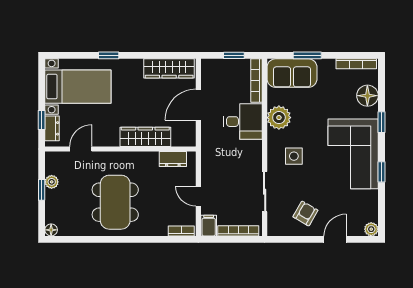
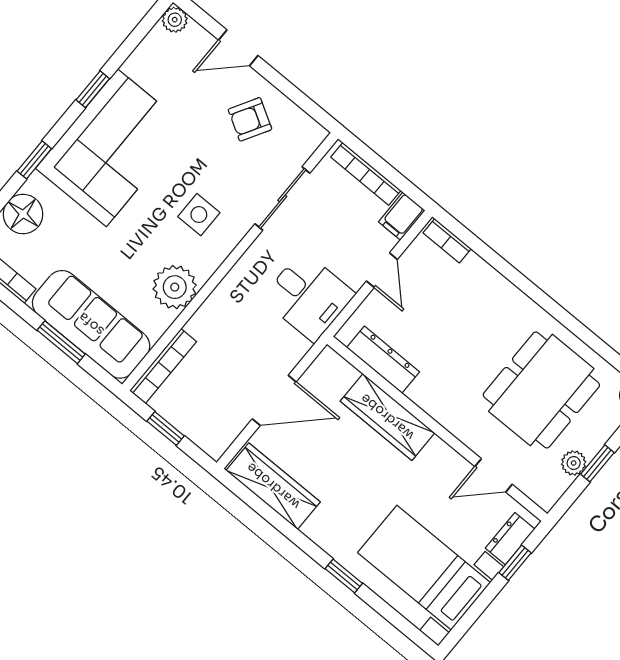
sofa: (292, 73) -> (91, 324), width x1.36
desk: (243, 122) -> (308, 296), moved, turned 180
dresser: (173, 159) -> (383, 360), width x1.44
dining table: (115, 202) -> (541, 390), moved

